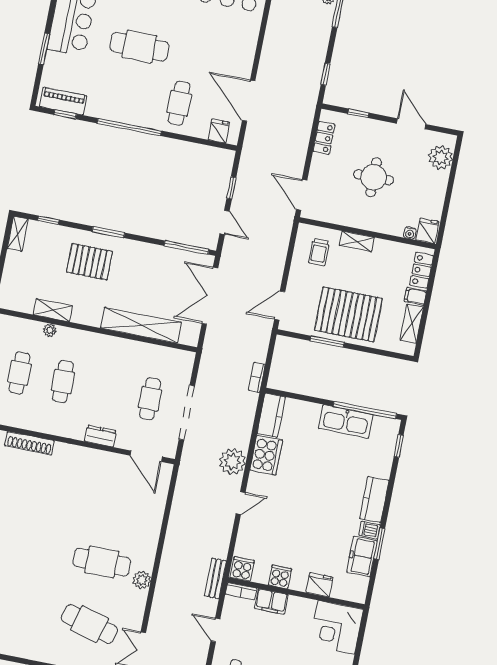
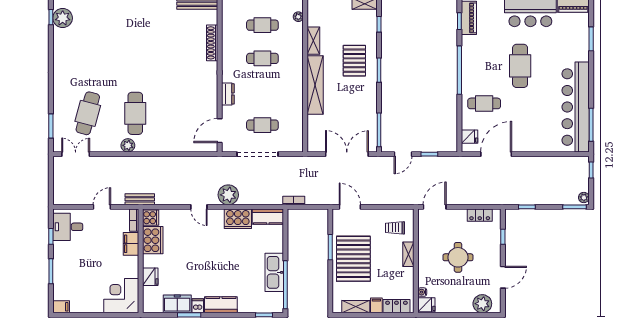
shelving: (141, 325) -> (315, 85), moved
plant: (50, 330) -> (298, 17), moved
cooker: (280, 577) -> (153, 240), width x1.87, depth x1.31

